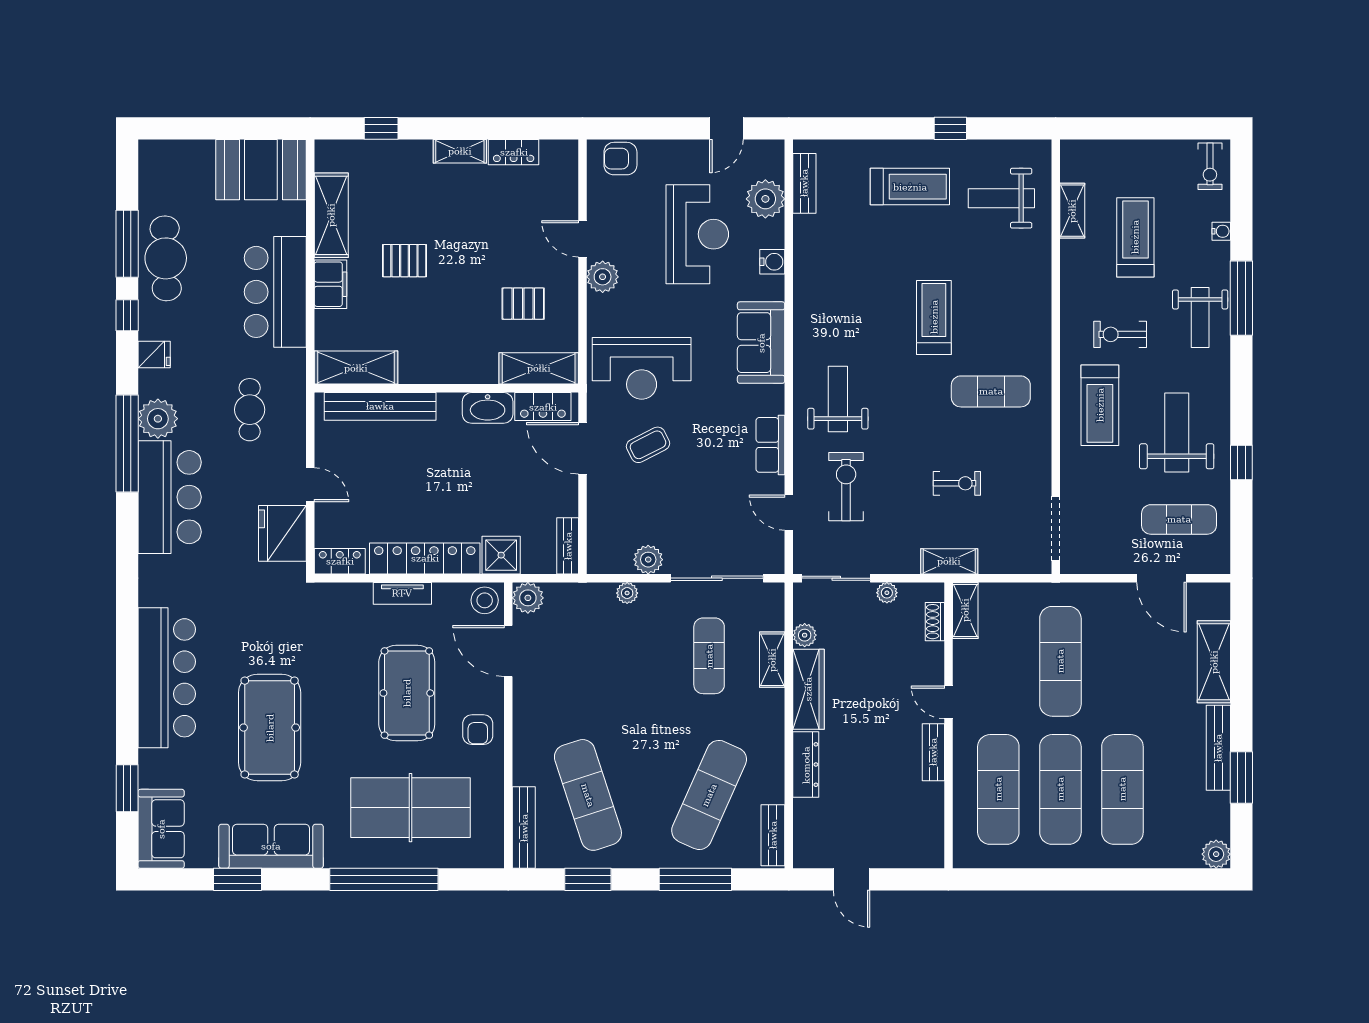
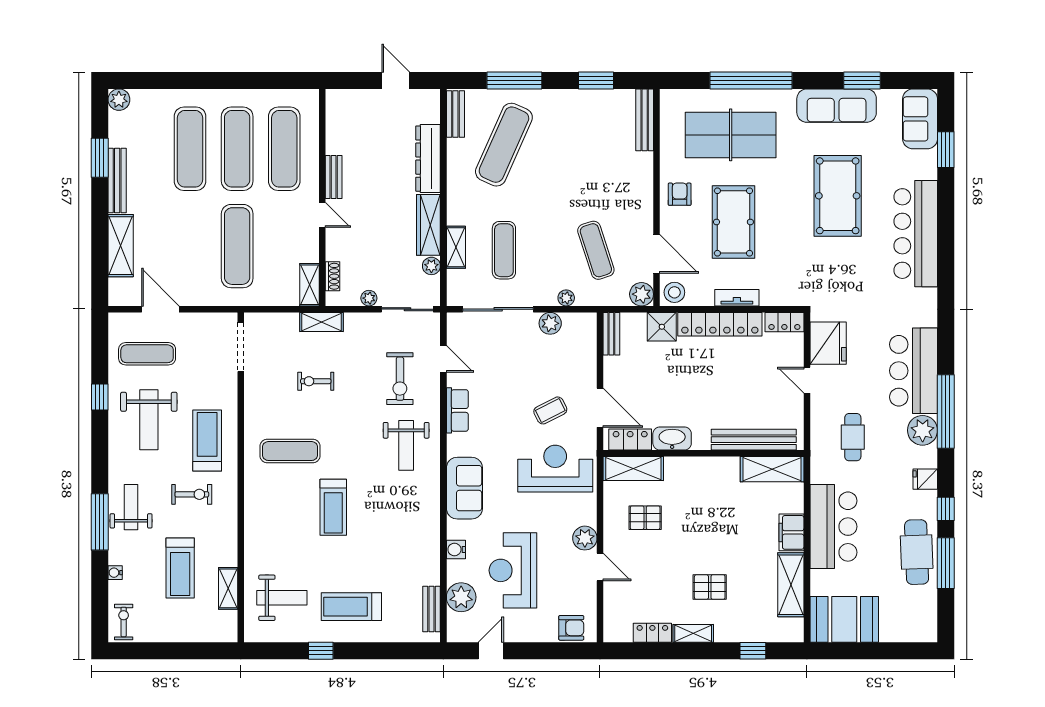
pallet: (404, 261) -> (710, 587), moved
dresser: (806, 765) -> (428, 159), width x1.37, depth x1.24
exercise mat: (588, 795) -> (596, 250), moved, width x0.73, depth x0.69

